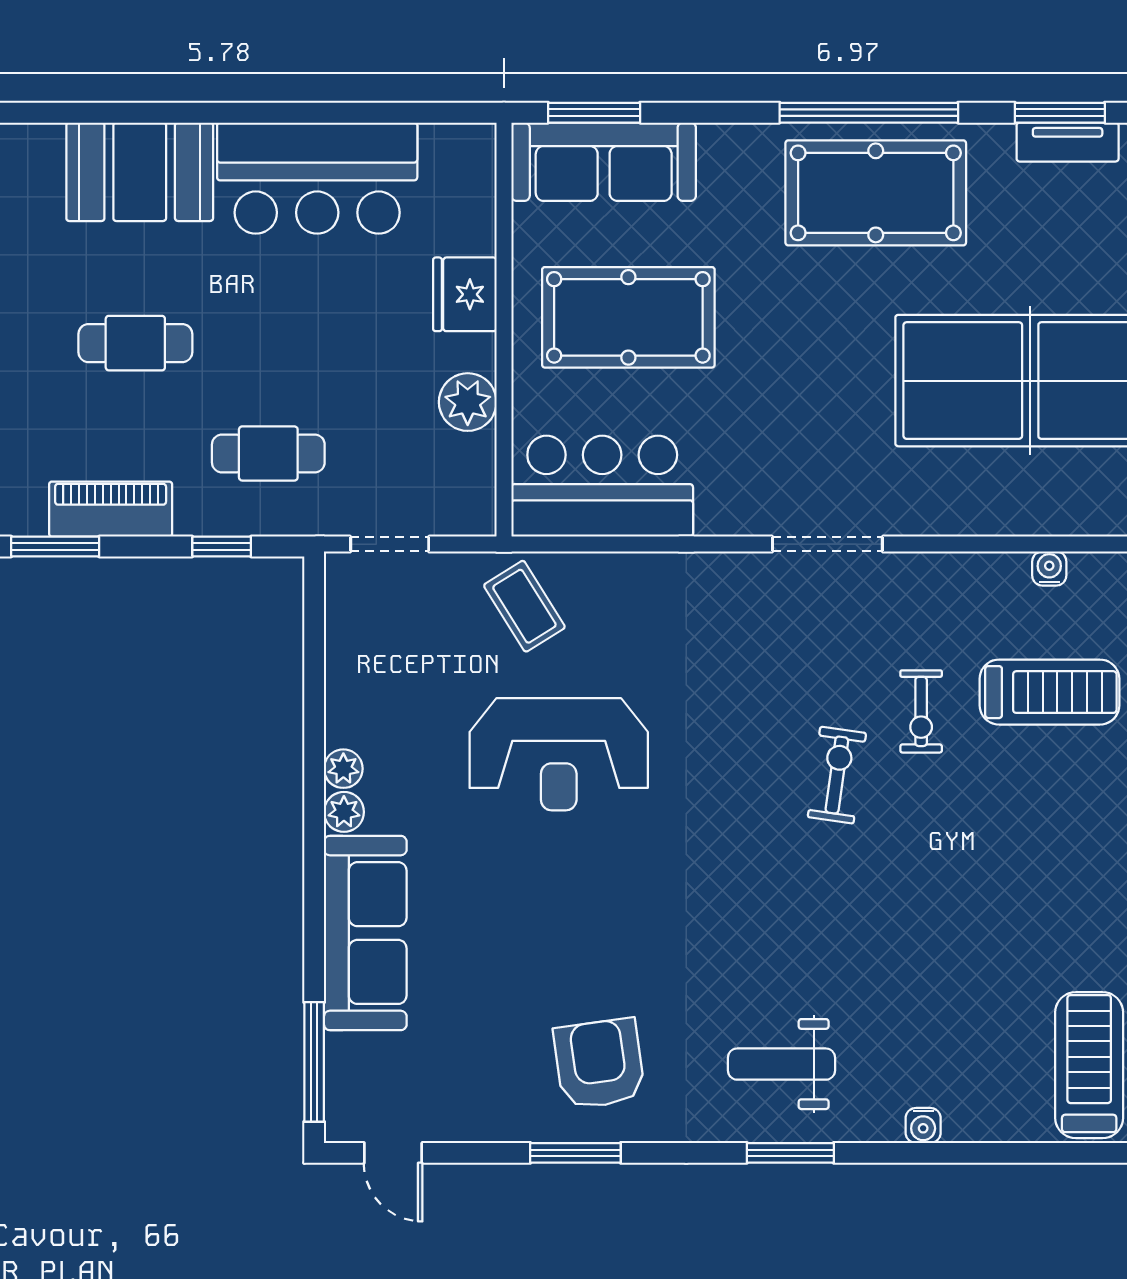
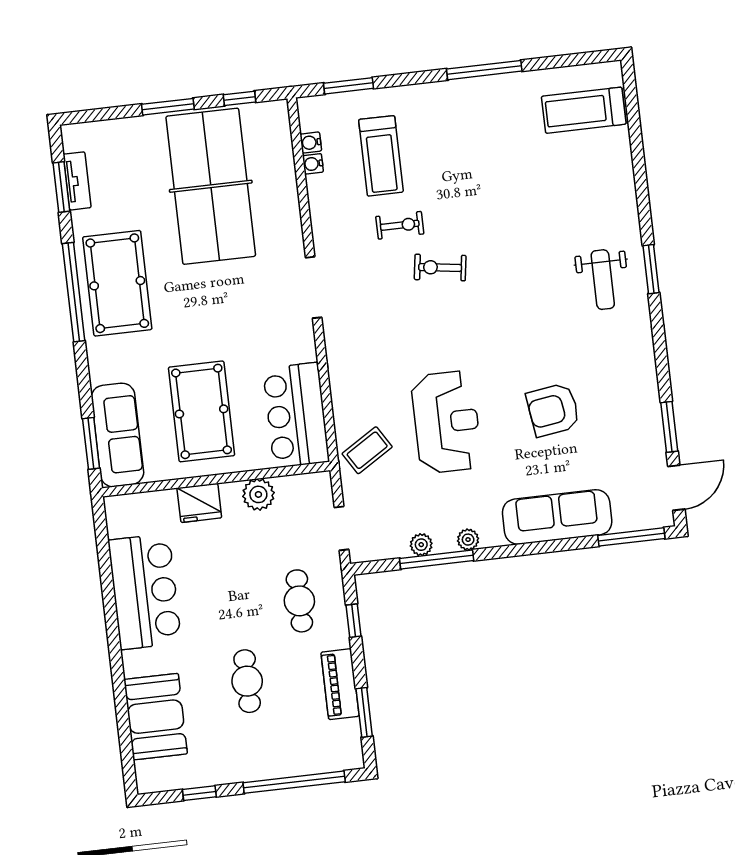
booth: (140, 172) -> (156, 717), moved
treadmill: (1049, 692) -> (381, 156), turned 180
window: (314, 708) -> (437, 559), added
plant: (344, 812) -> (421, 545), moved
armchair: (599, 1064) -> (553, 410), moved
water cooler: (923, 1125) -> (311, 143), moved, turned 180
door: (393, 1153) -> (676, 488), width x1.38
window: (575, 1153) -> (669, 427), moved

